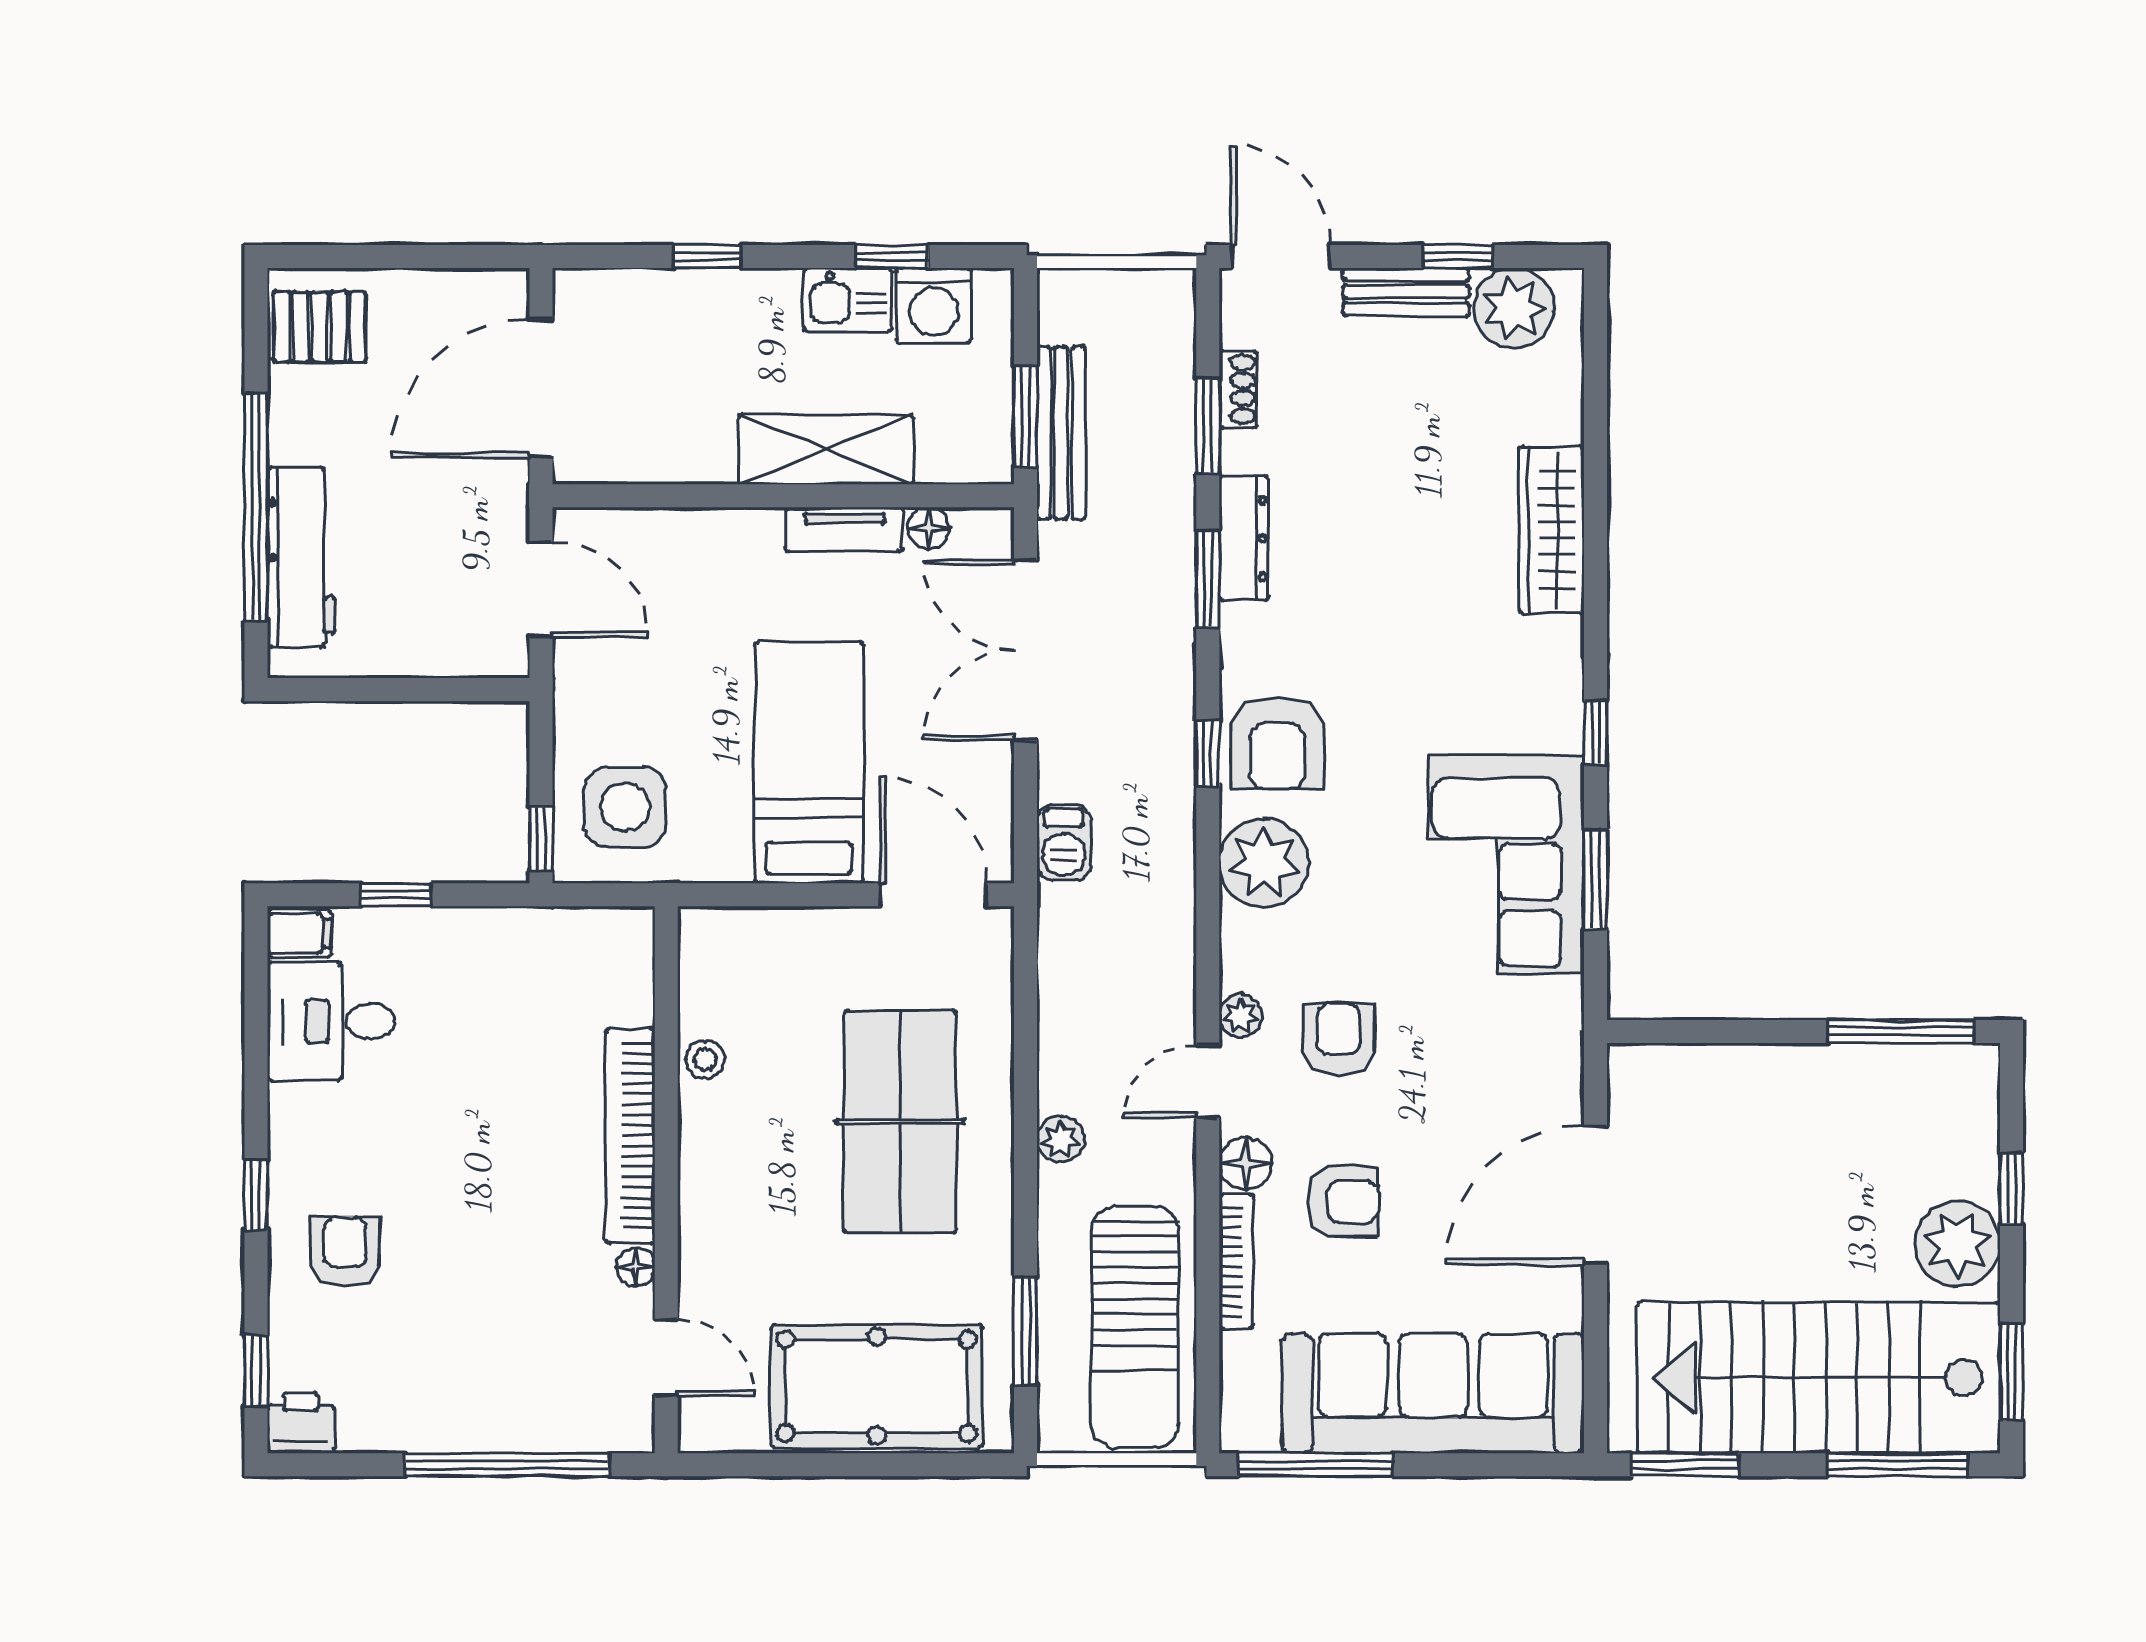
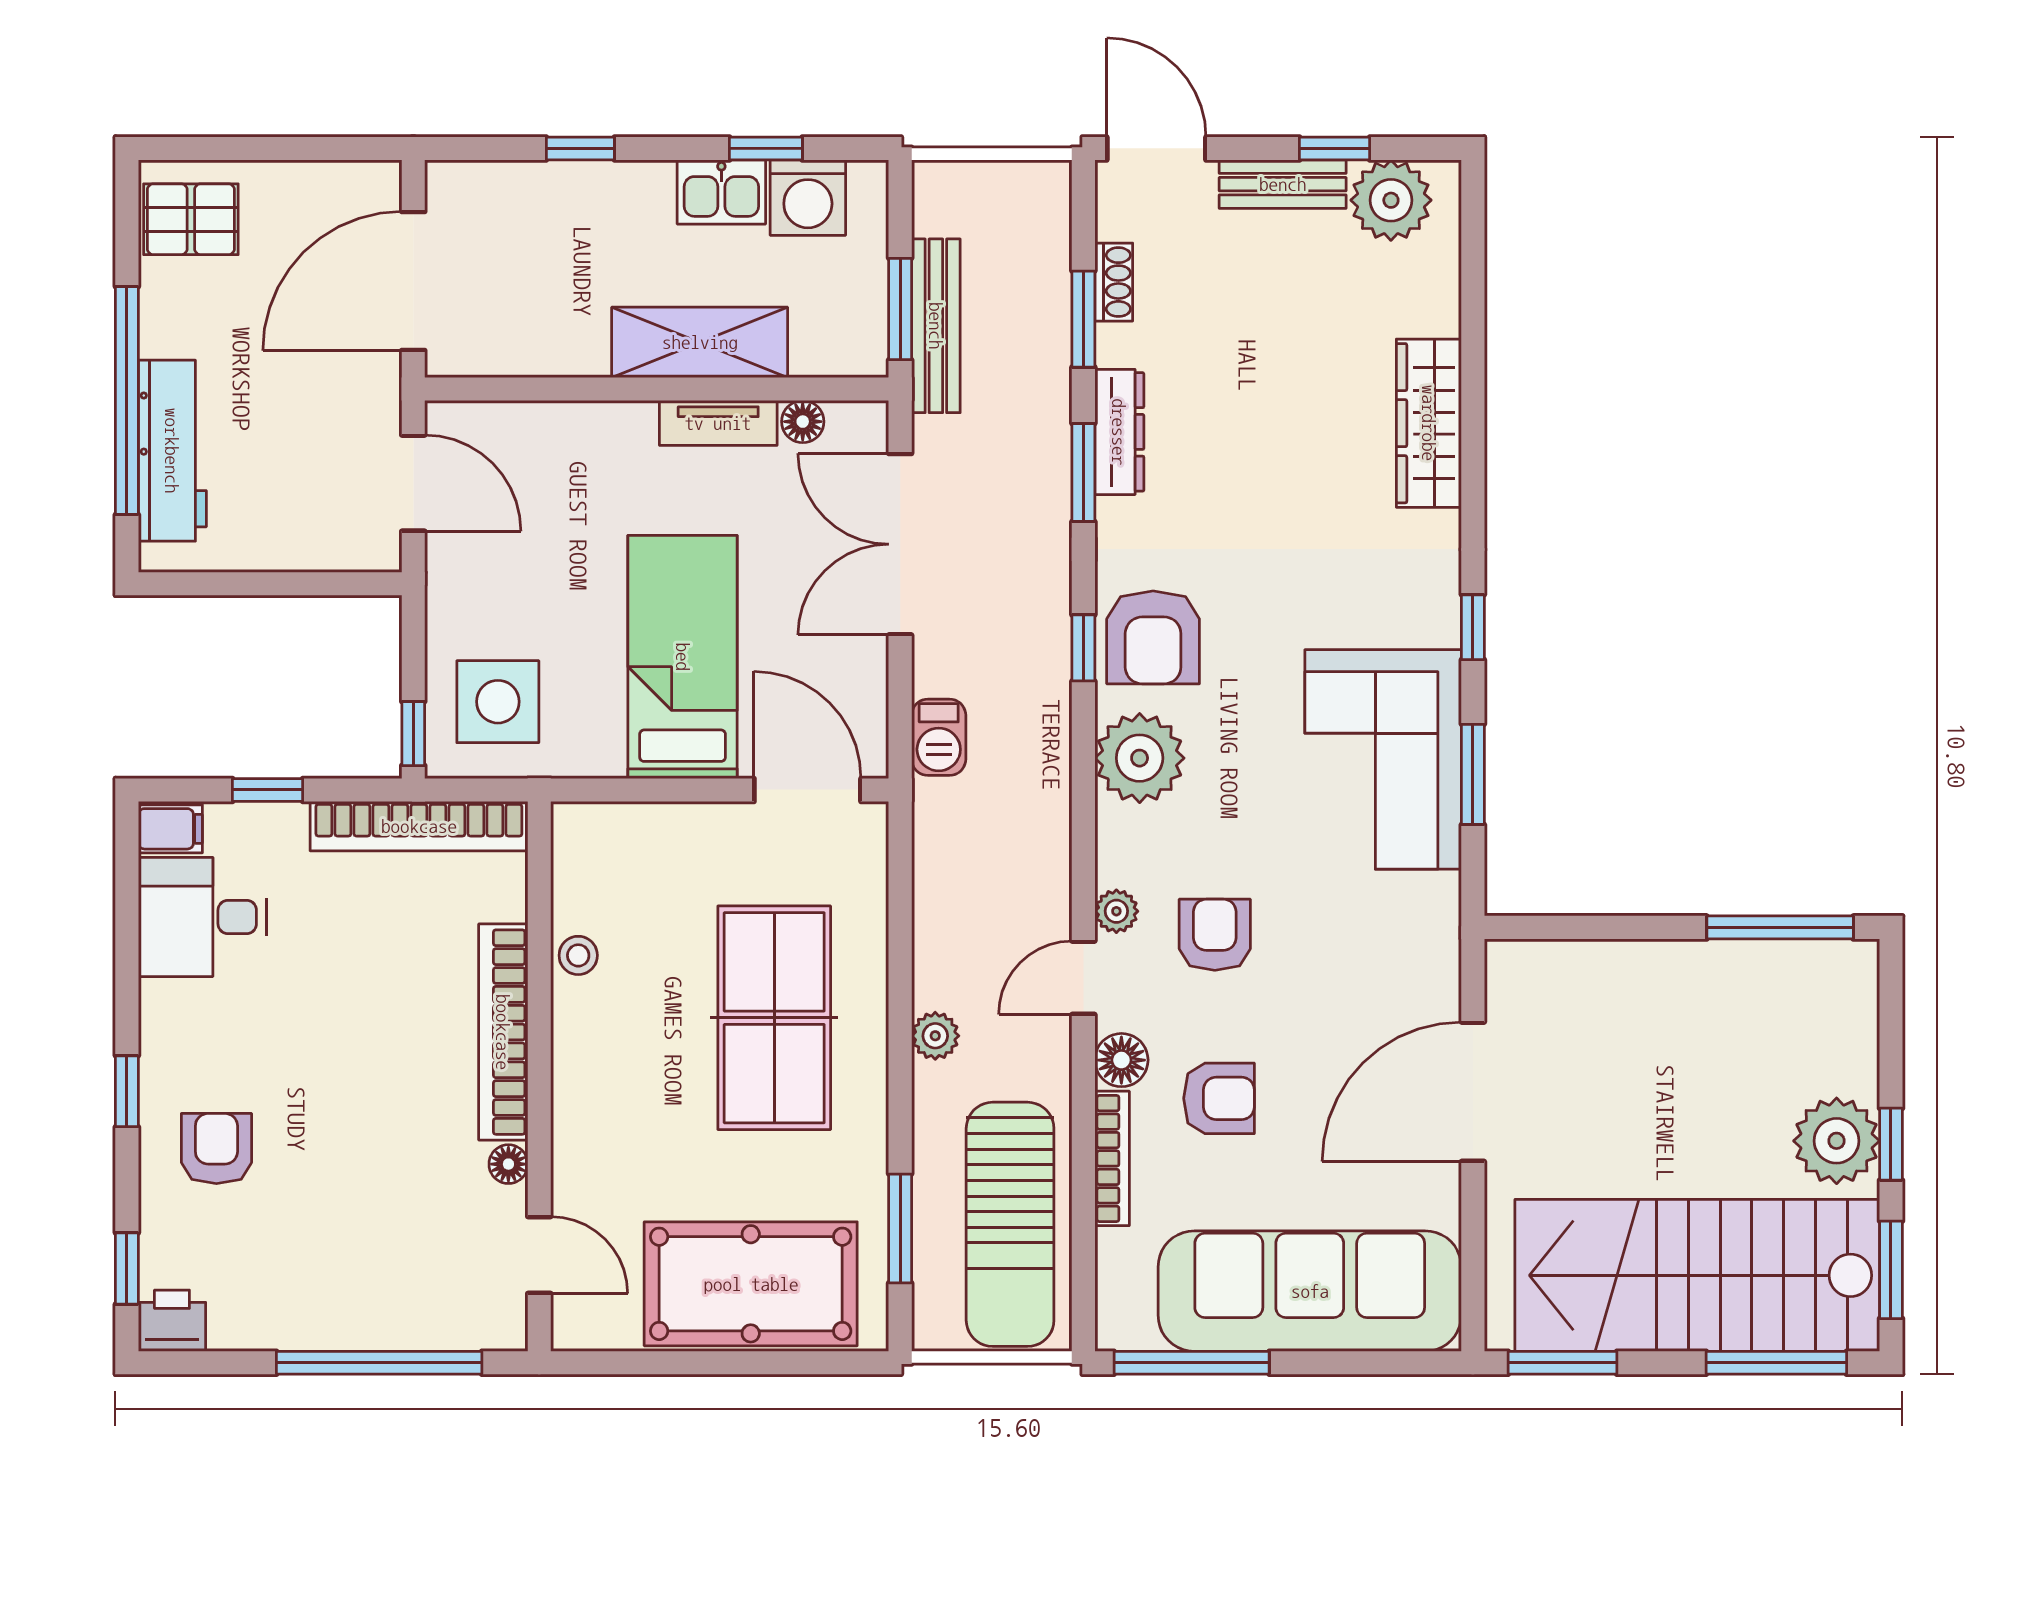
bookcase: (547, 931) -> (419, 826), added
window: (2012, 1188) -> (1891, 1144), moved

